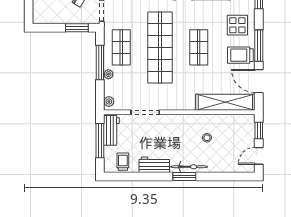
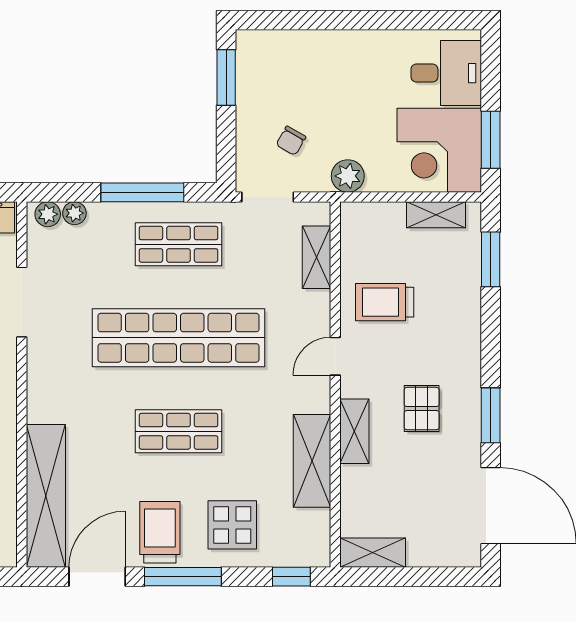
window: (77, 28) -> (226, 77), moved
plant: (108, 74) -> (74, 213), moved

